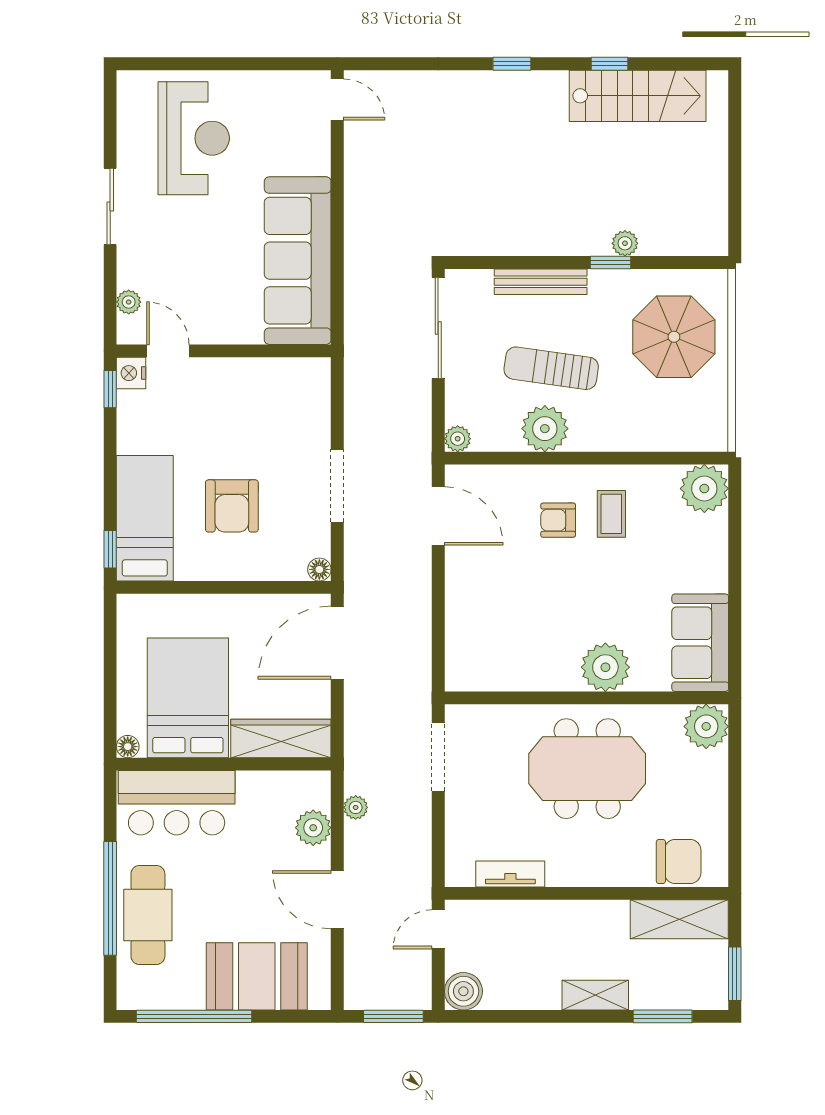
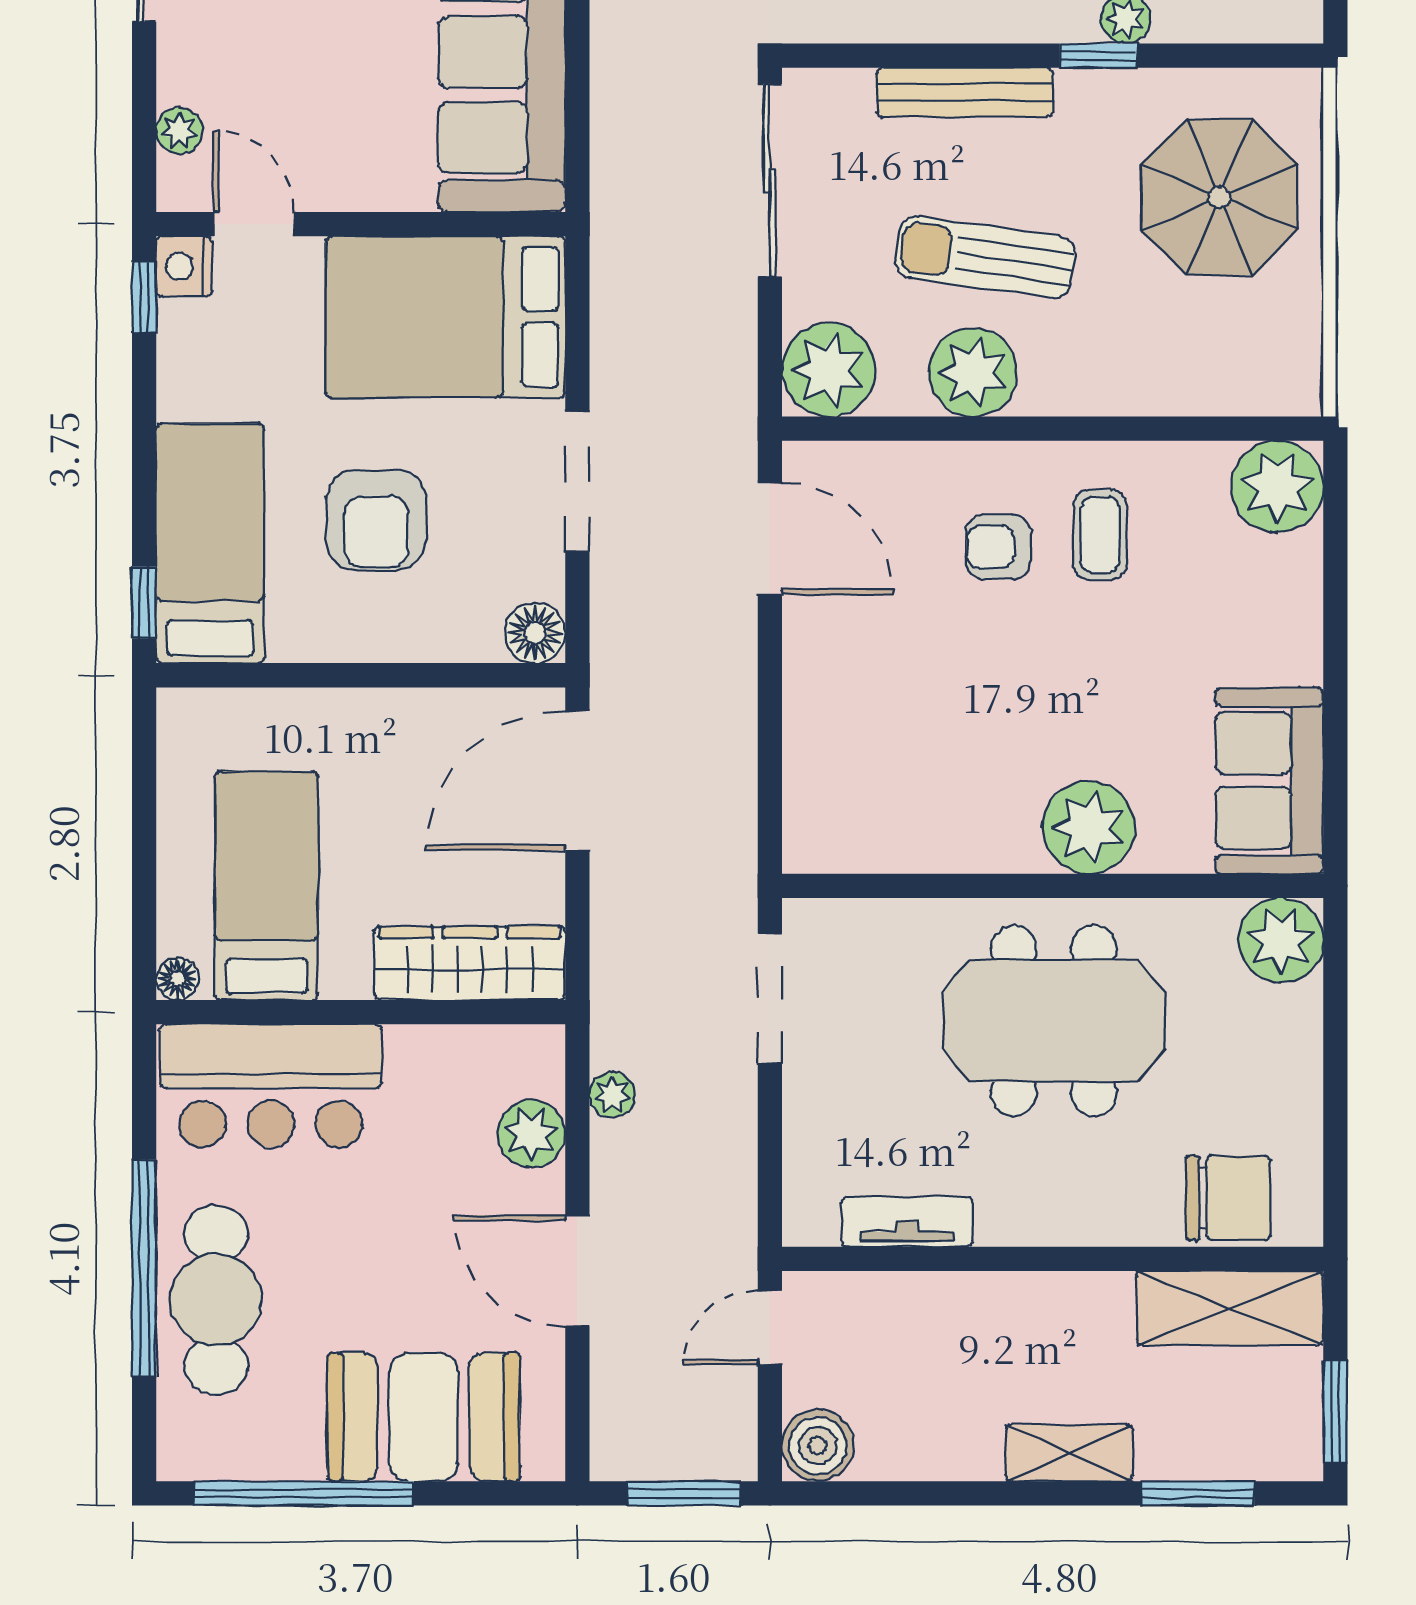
bed: (268, 400) -> (446, 317), added
plant: (458, 439) -> (829, 370), width x1.88, depth x1.88
floor lamp: (319, 569) -> (535, 633), width x1.37, depth x1.37
bed: (188, 698) -> (267, 886), width x0.67

